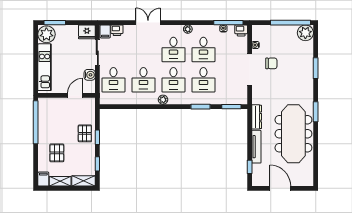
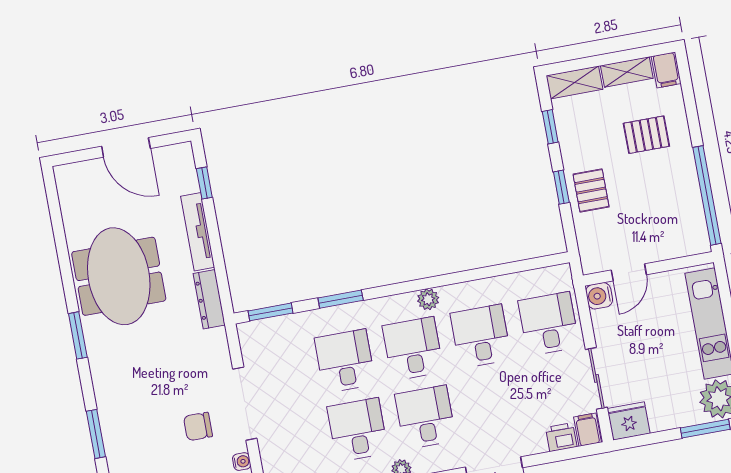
water cooler: (90, 75) -> (599, 296), moved
meeting table: (293, 134) -> (119, 276), width x0.73
pallet: (57, 153) -> (646, 135), turned 90

